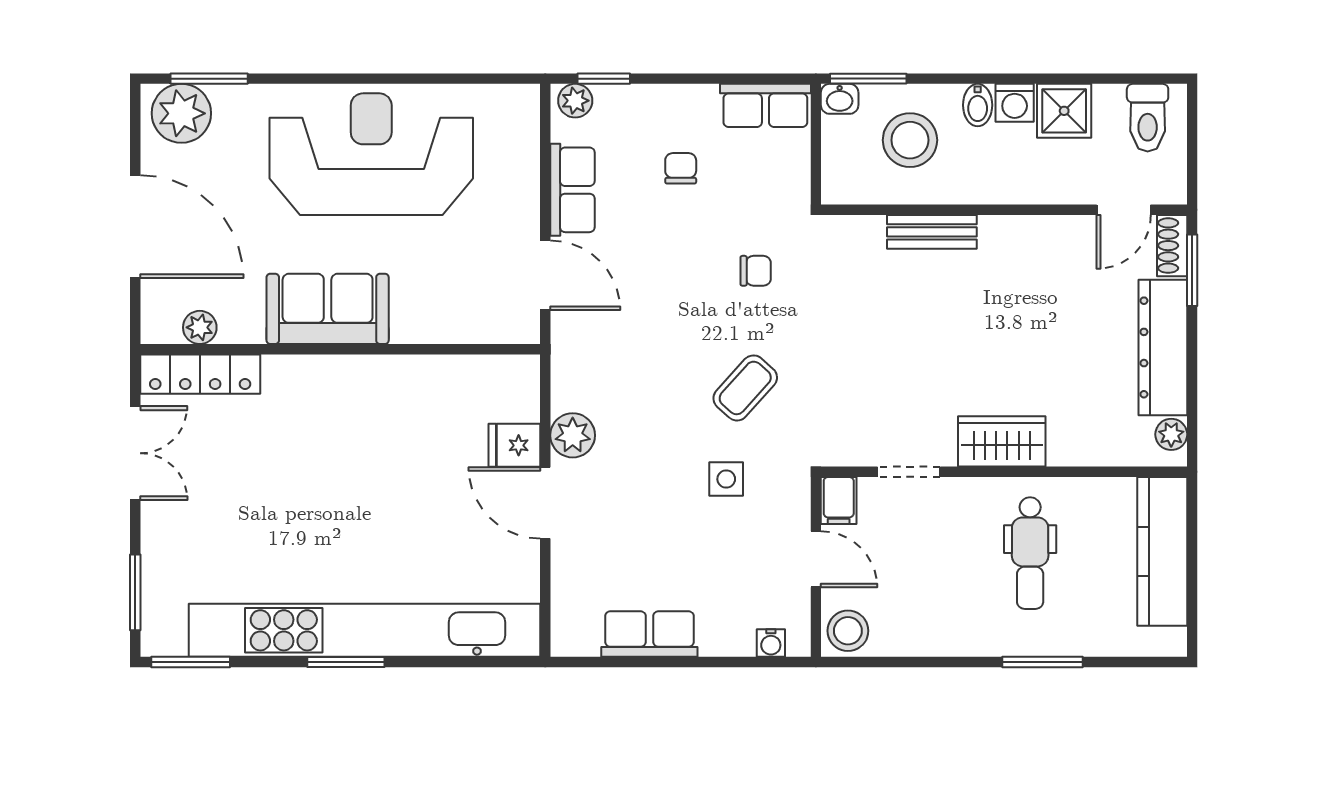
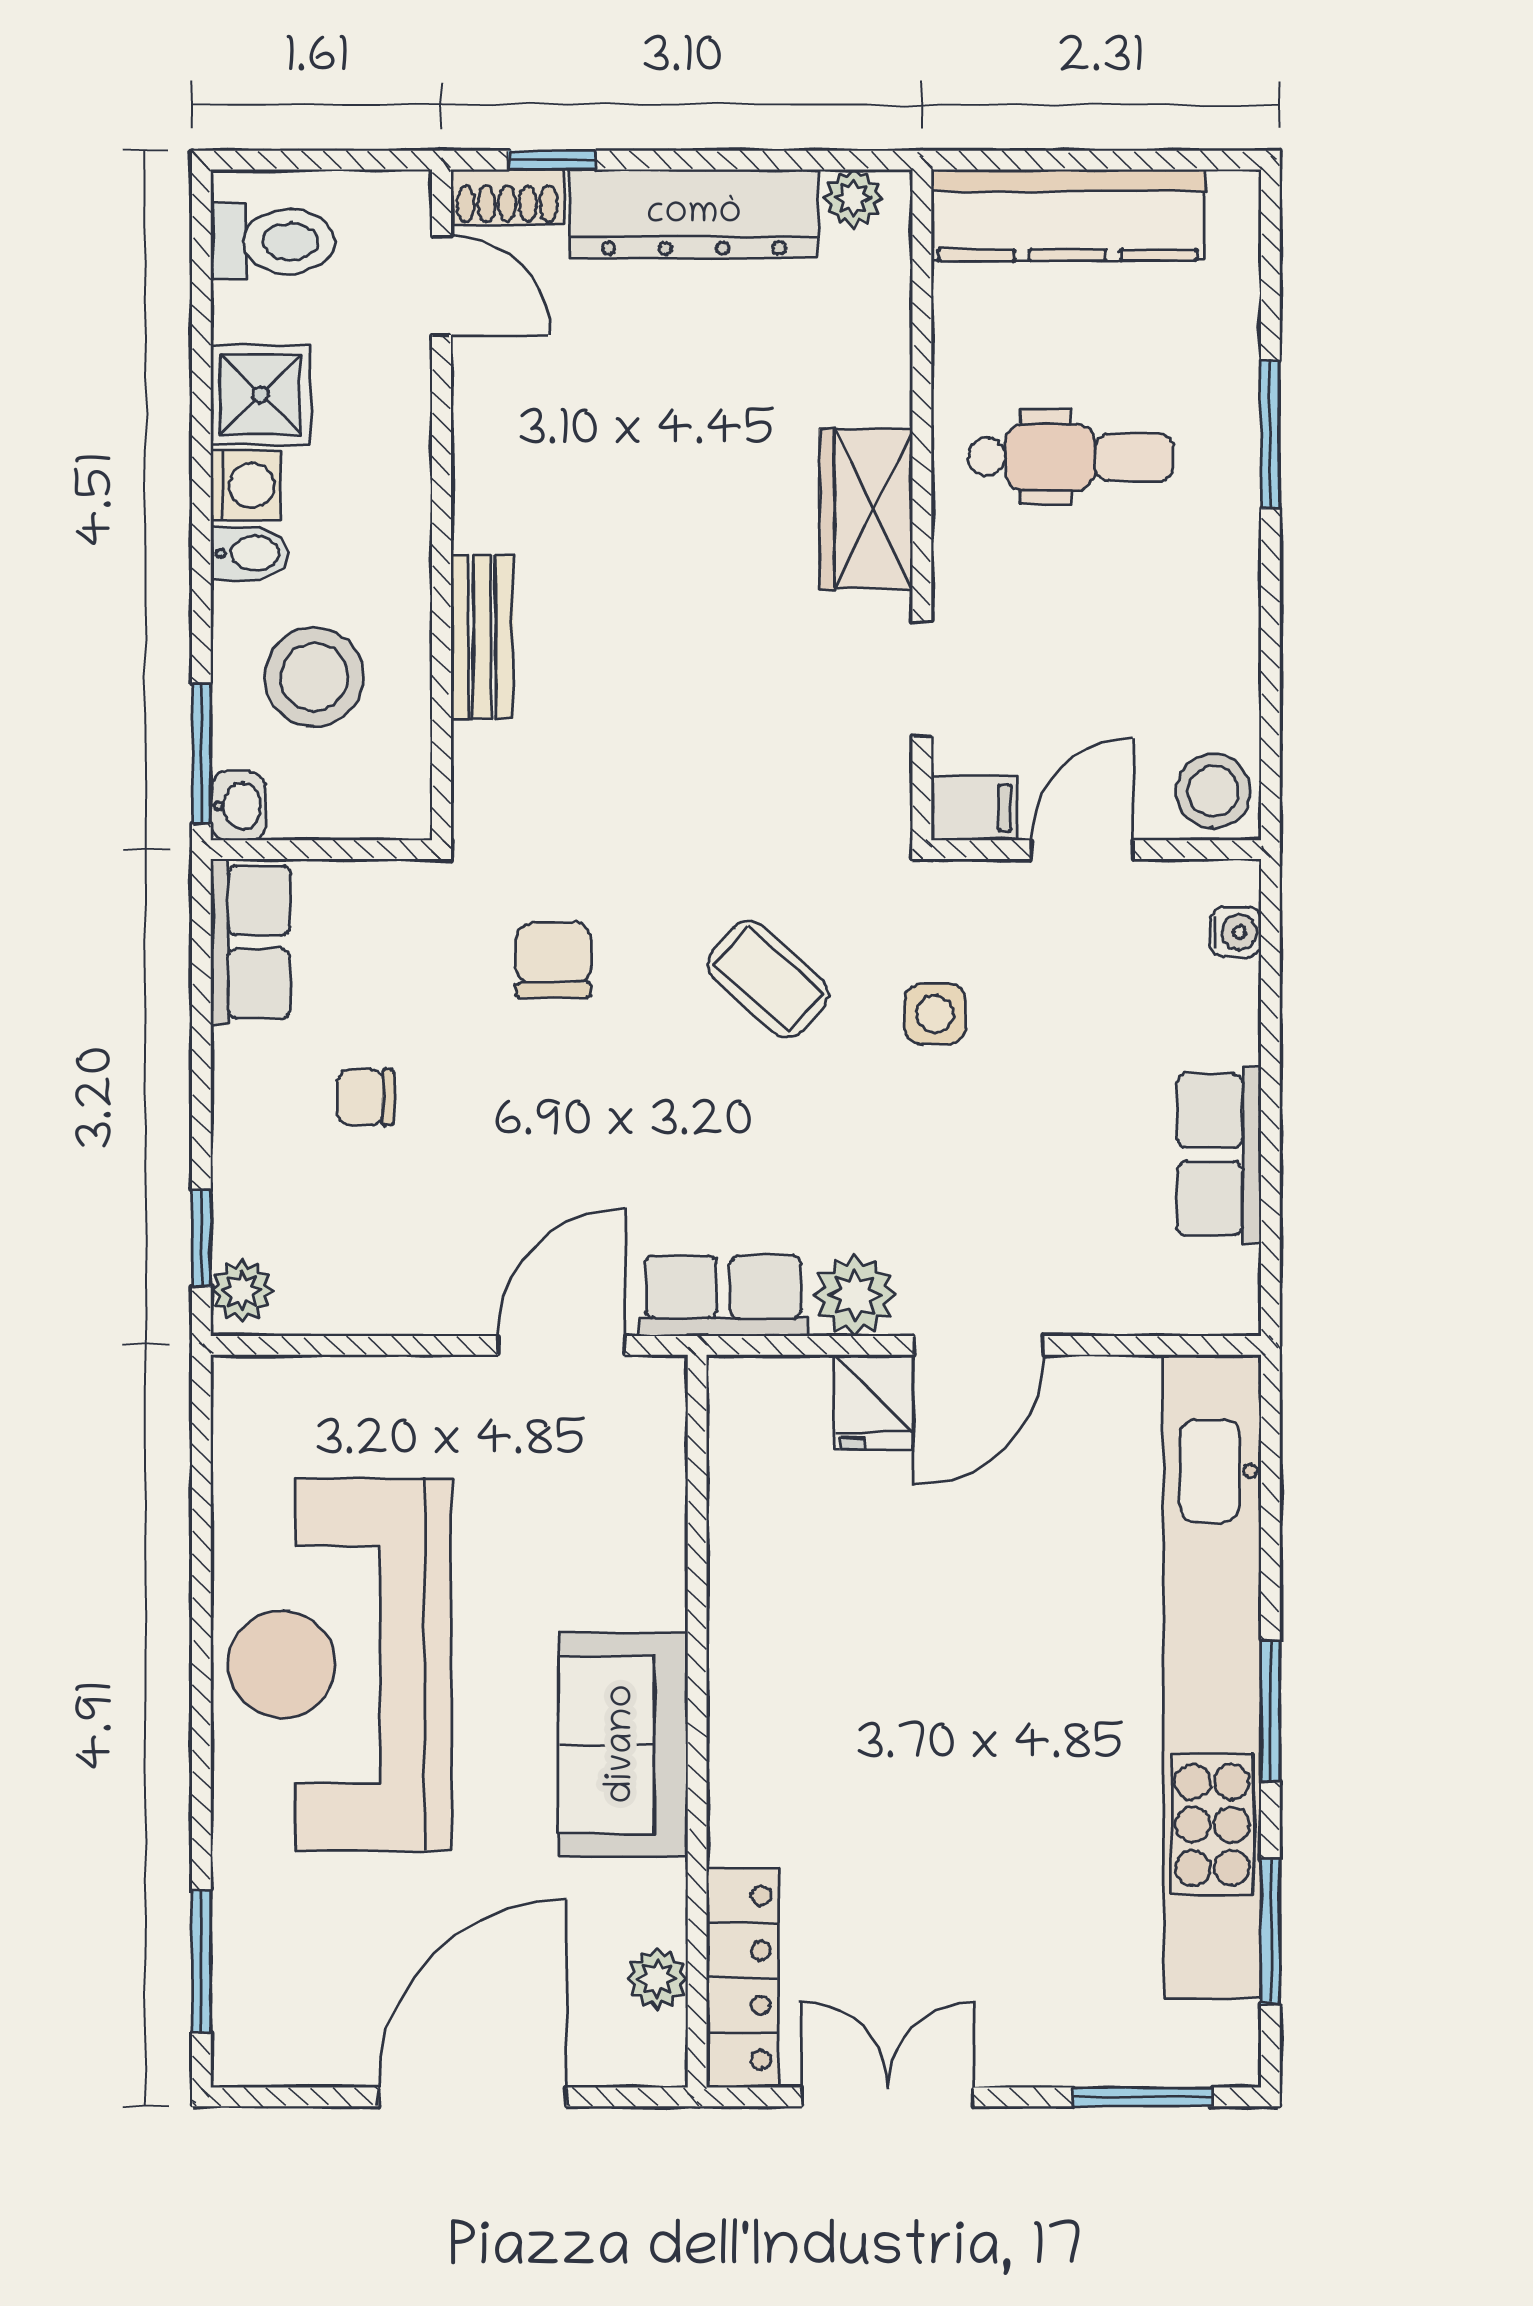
plant: (181, 113) -> (265, 2012), removed
row of seats: (572, 190) -> (723, 1296), moved
window: (1192, 270) -> (552, 160), width x0.67
chair: (756, 271) -> (553, 960), width x1.37, depth x1.37
window: (191, 662) -> (1270, 1932), moved

